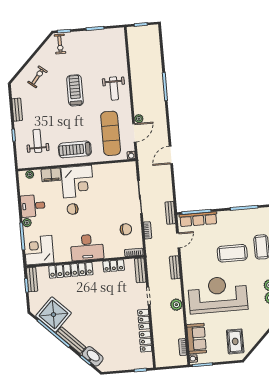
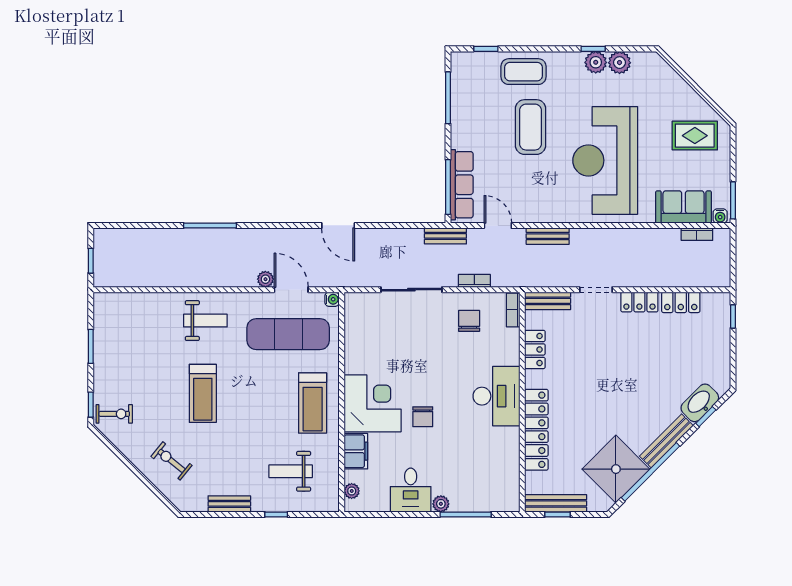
treadmill: (75, 90) -> (203, 393), turned -90
corner desk: (39, 250) -> (494, 486), removed
bench: (32, 280) -> (556, 503), width x1.36
plant: (176, 305) -> (617, 239), removed

